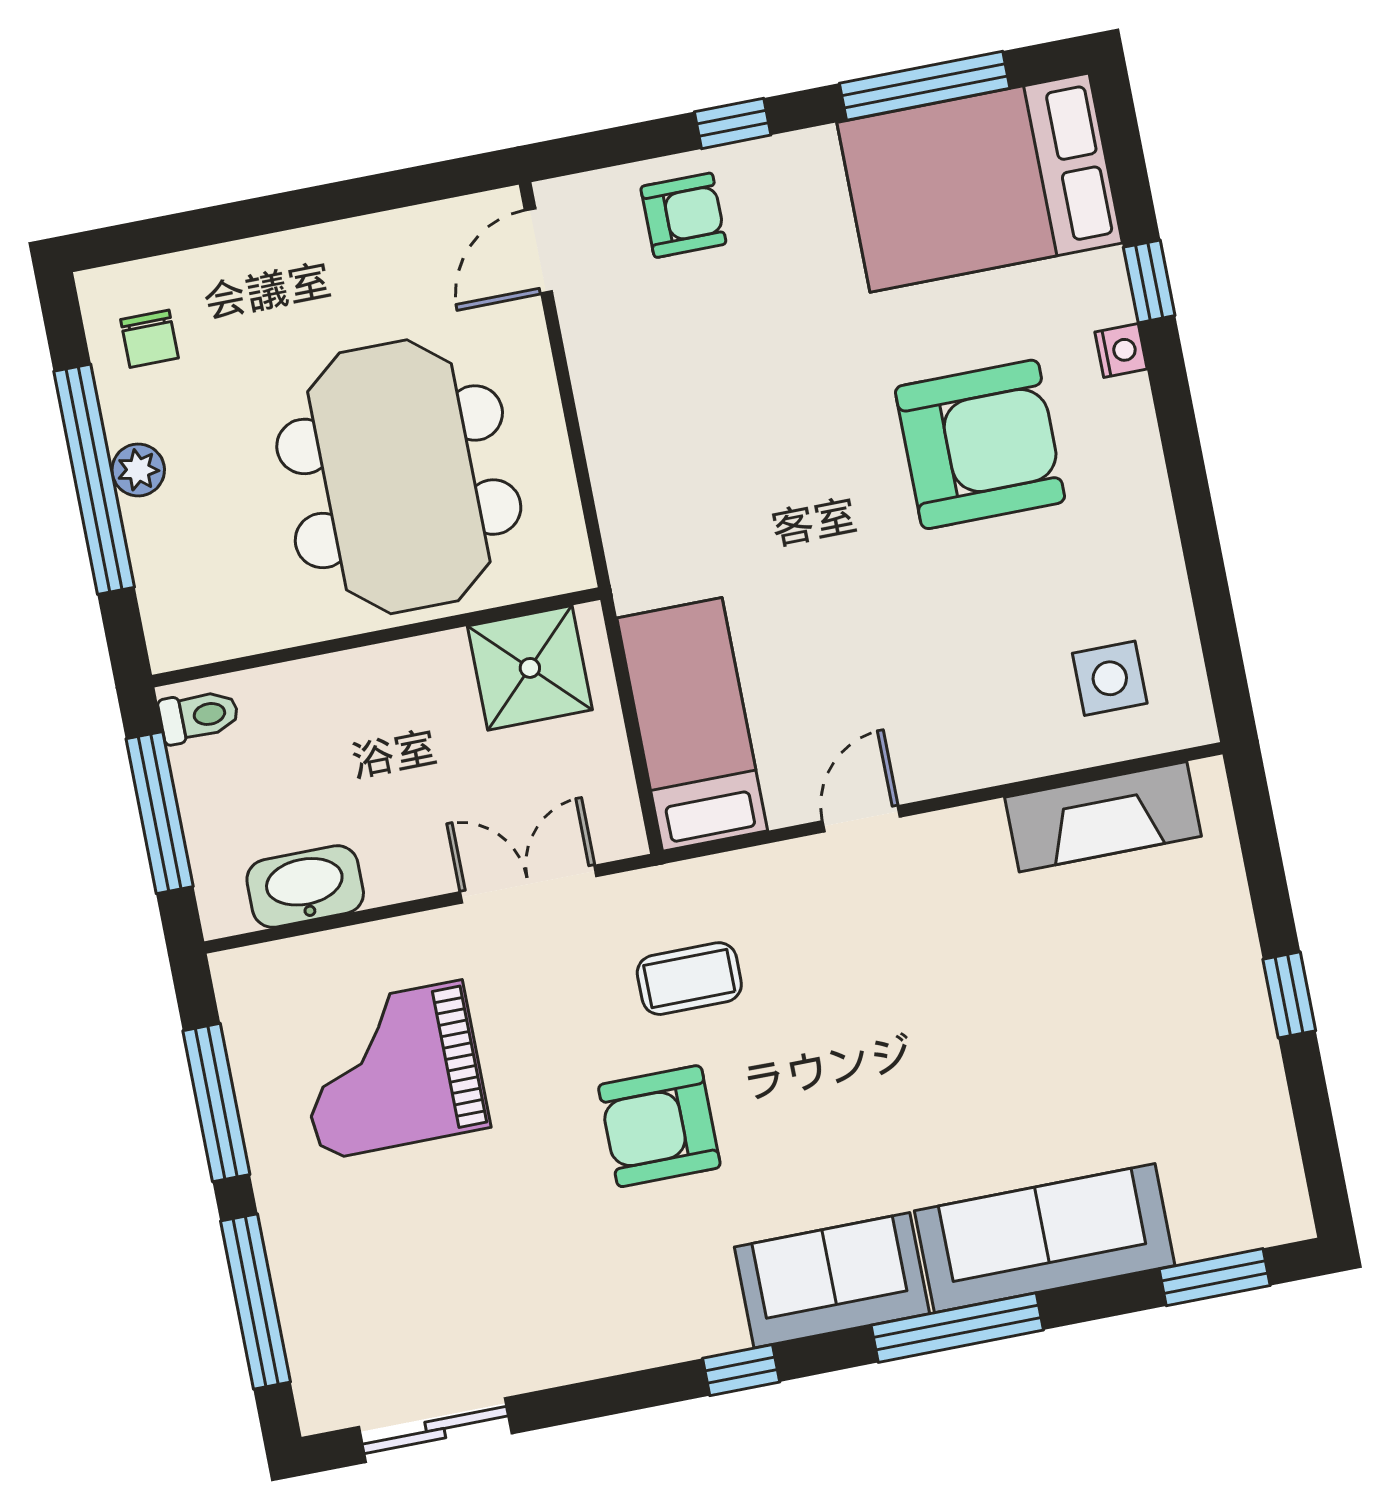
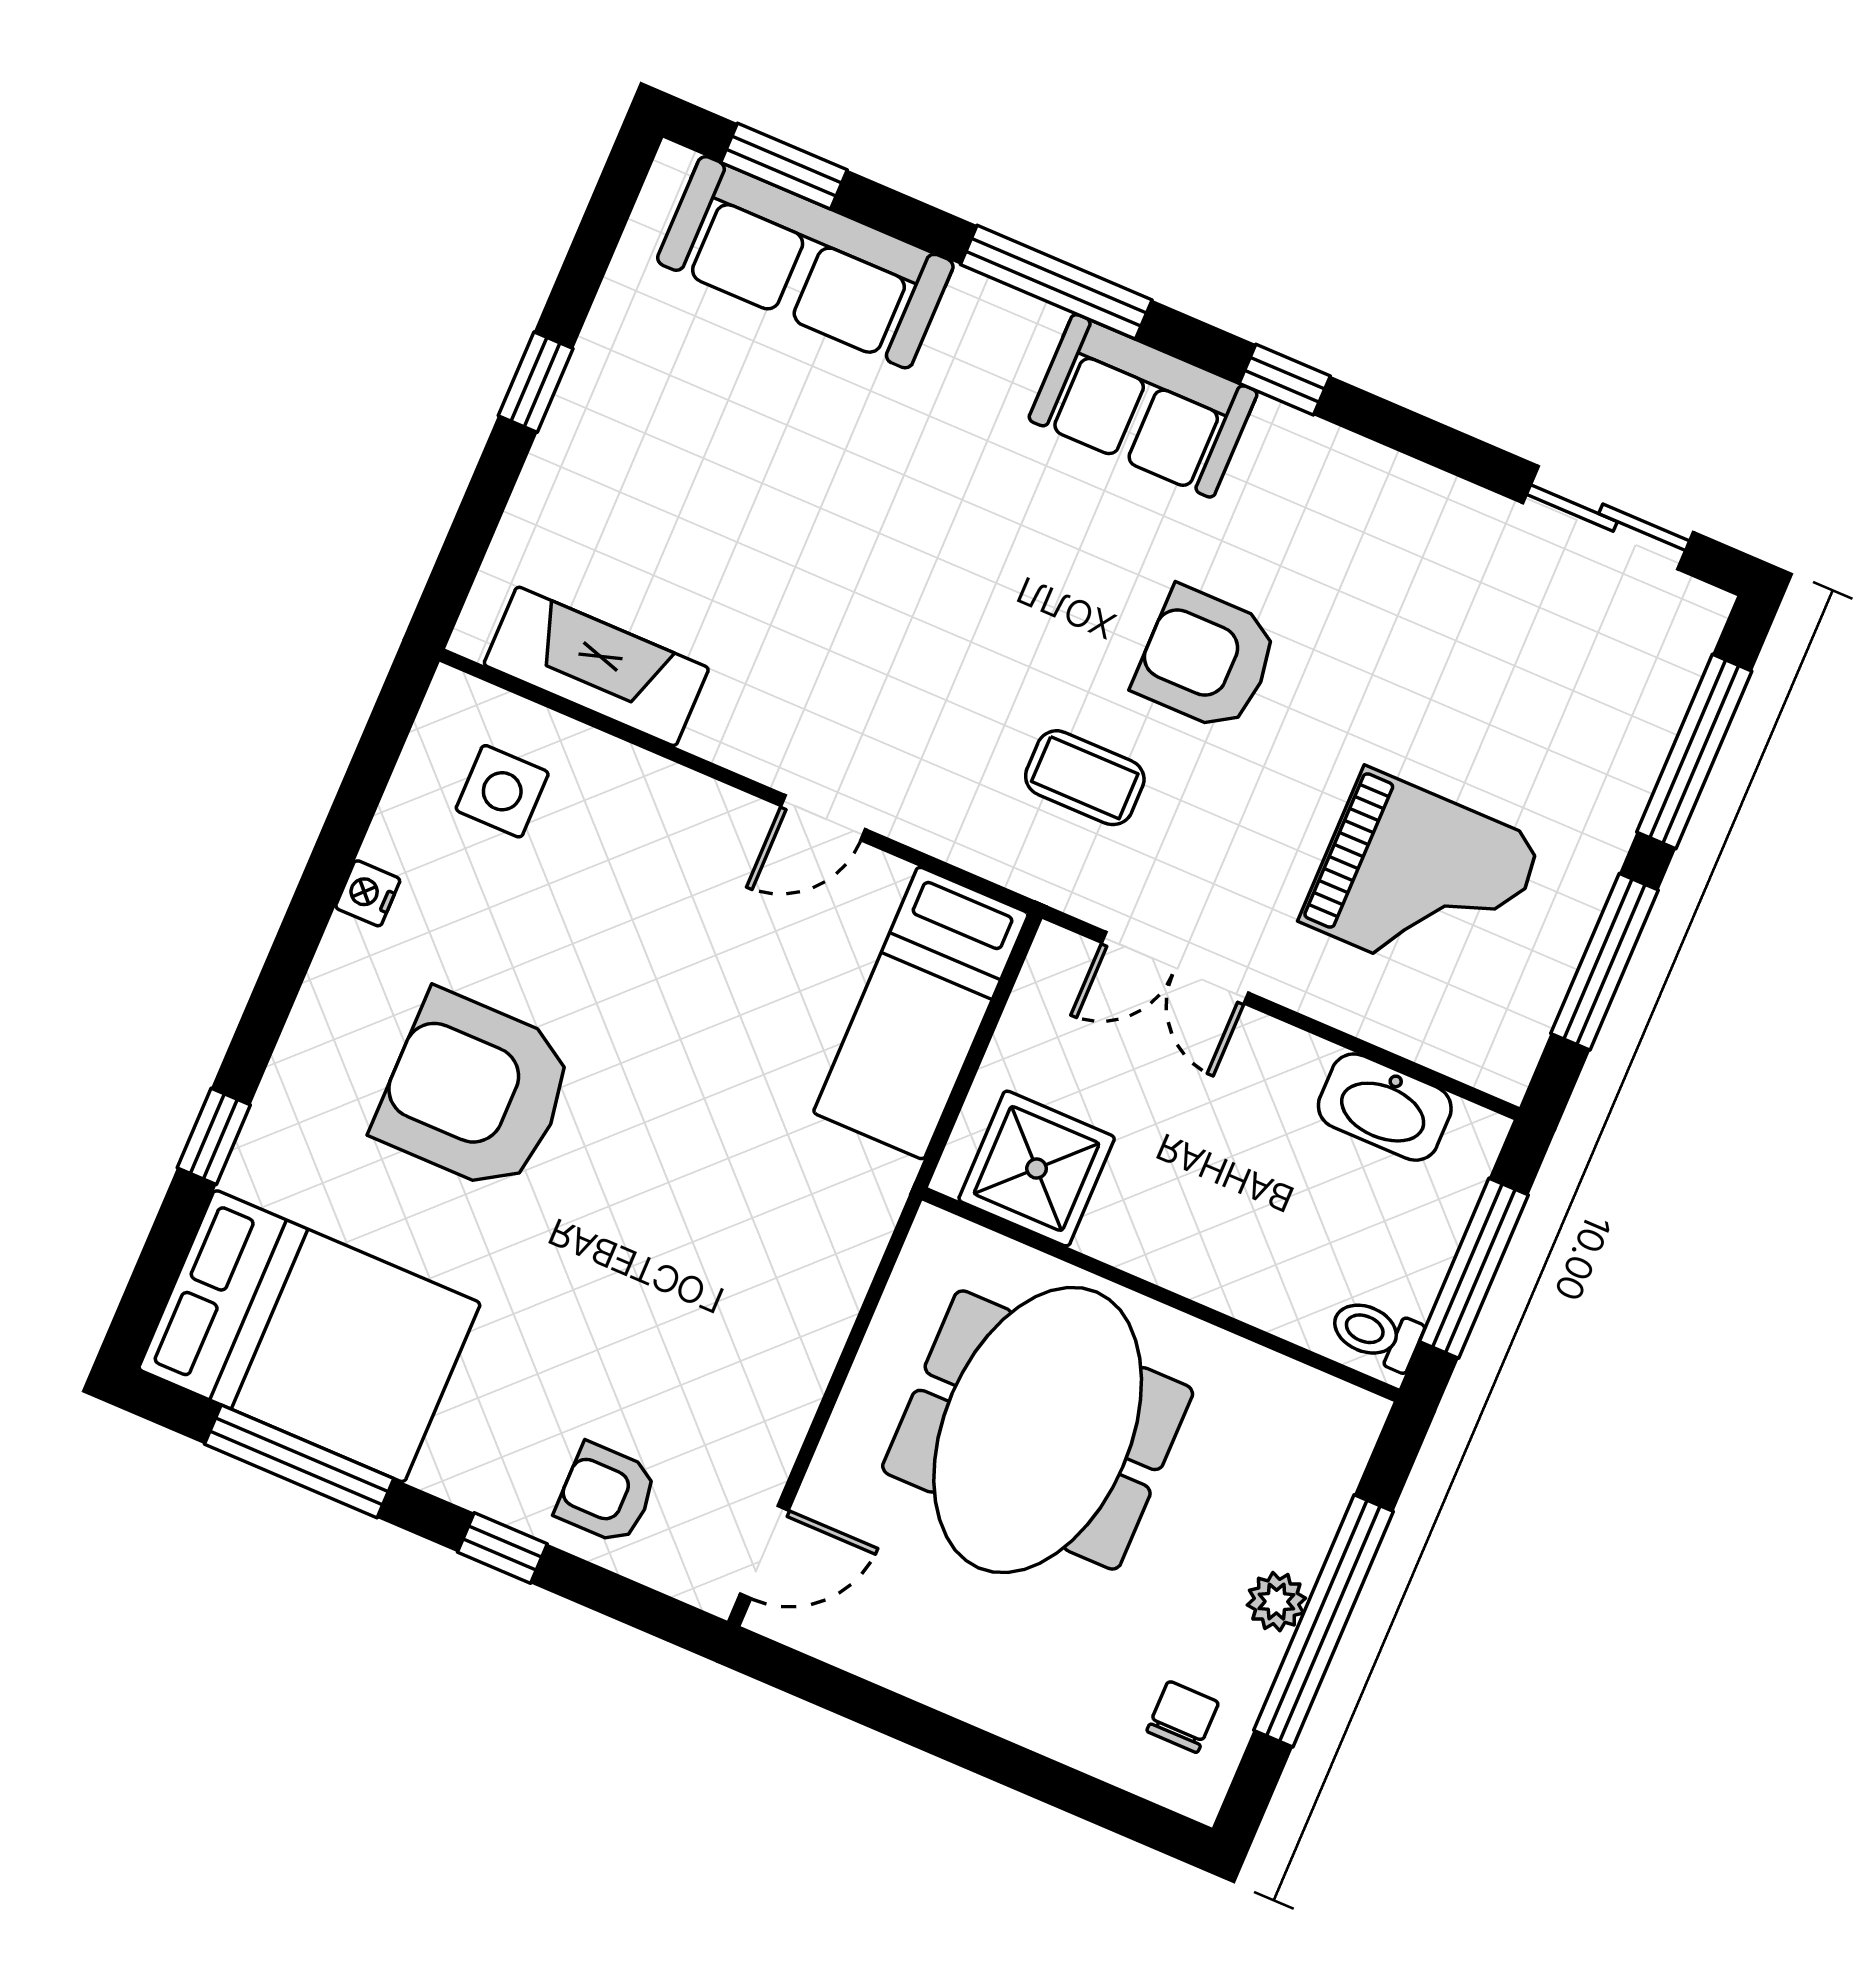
nightstand: (1121, 351) -> (368, 893), moved
armchair: (659, 1126) -> (1206, 659), turned 180
sofa: (1045, 1238) -> (805, 262), moved

